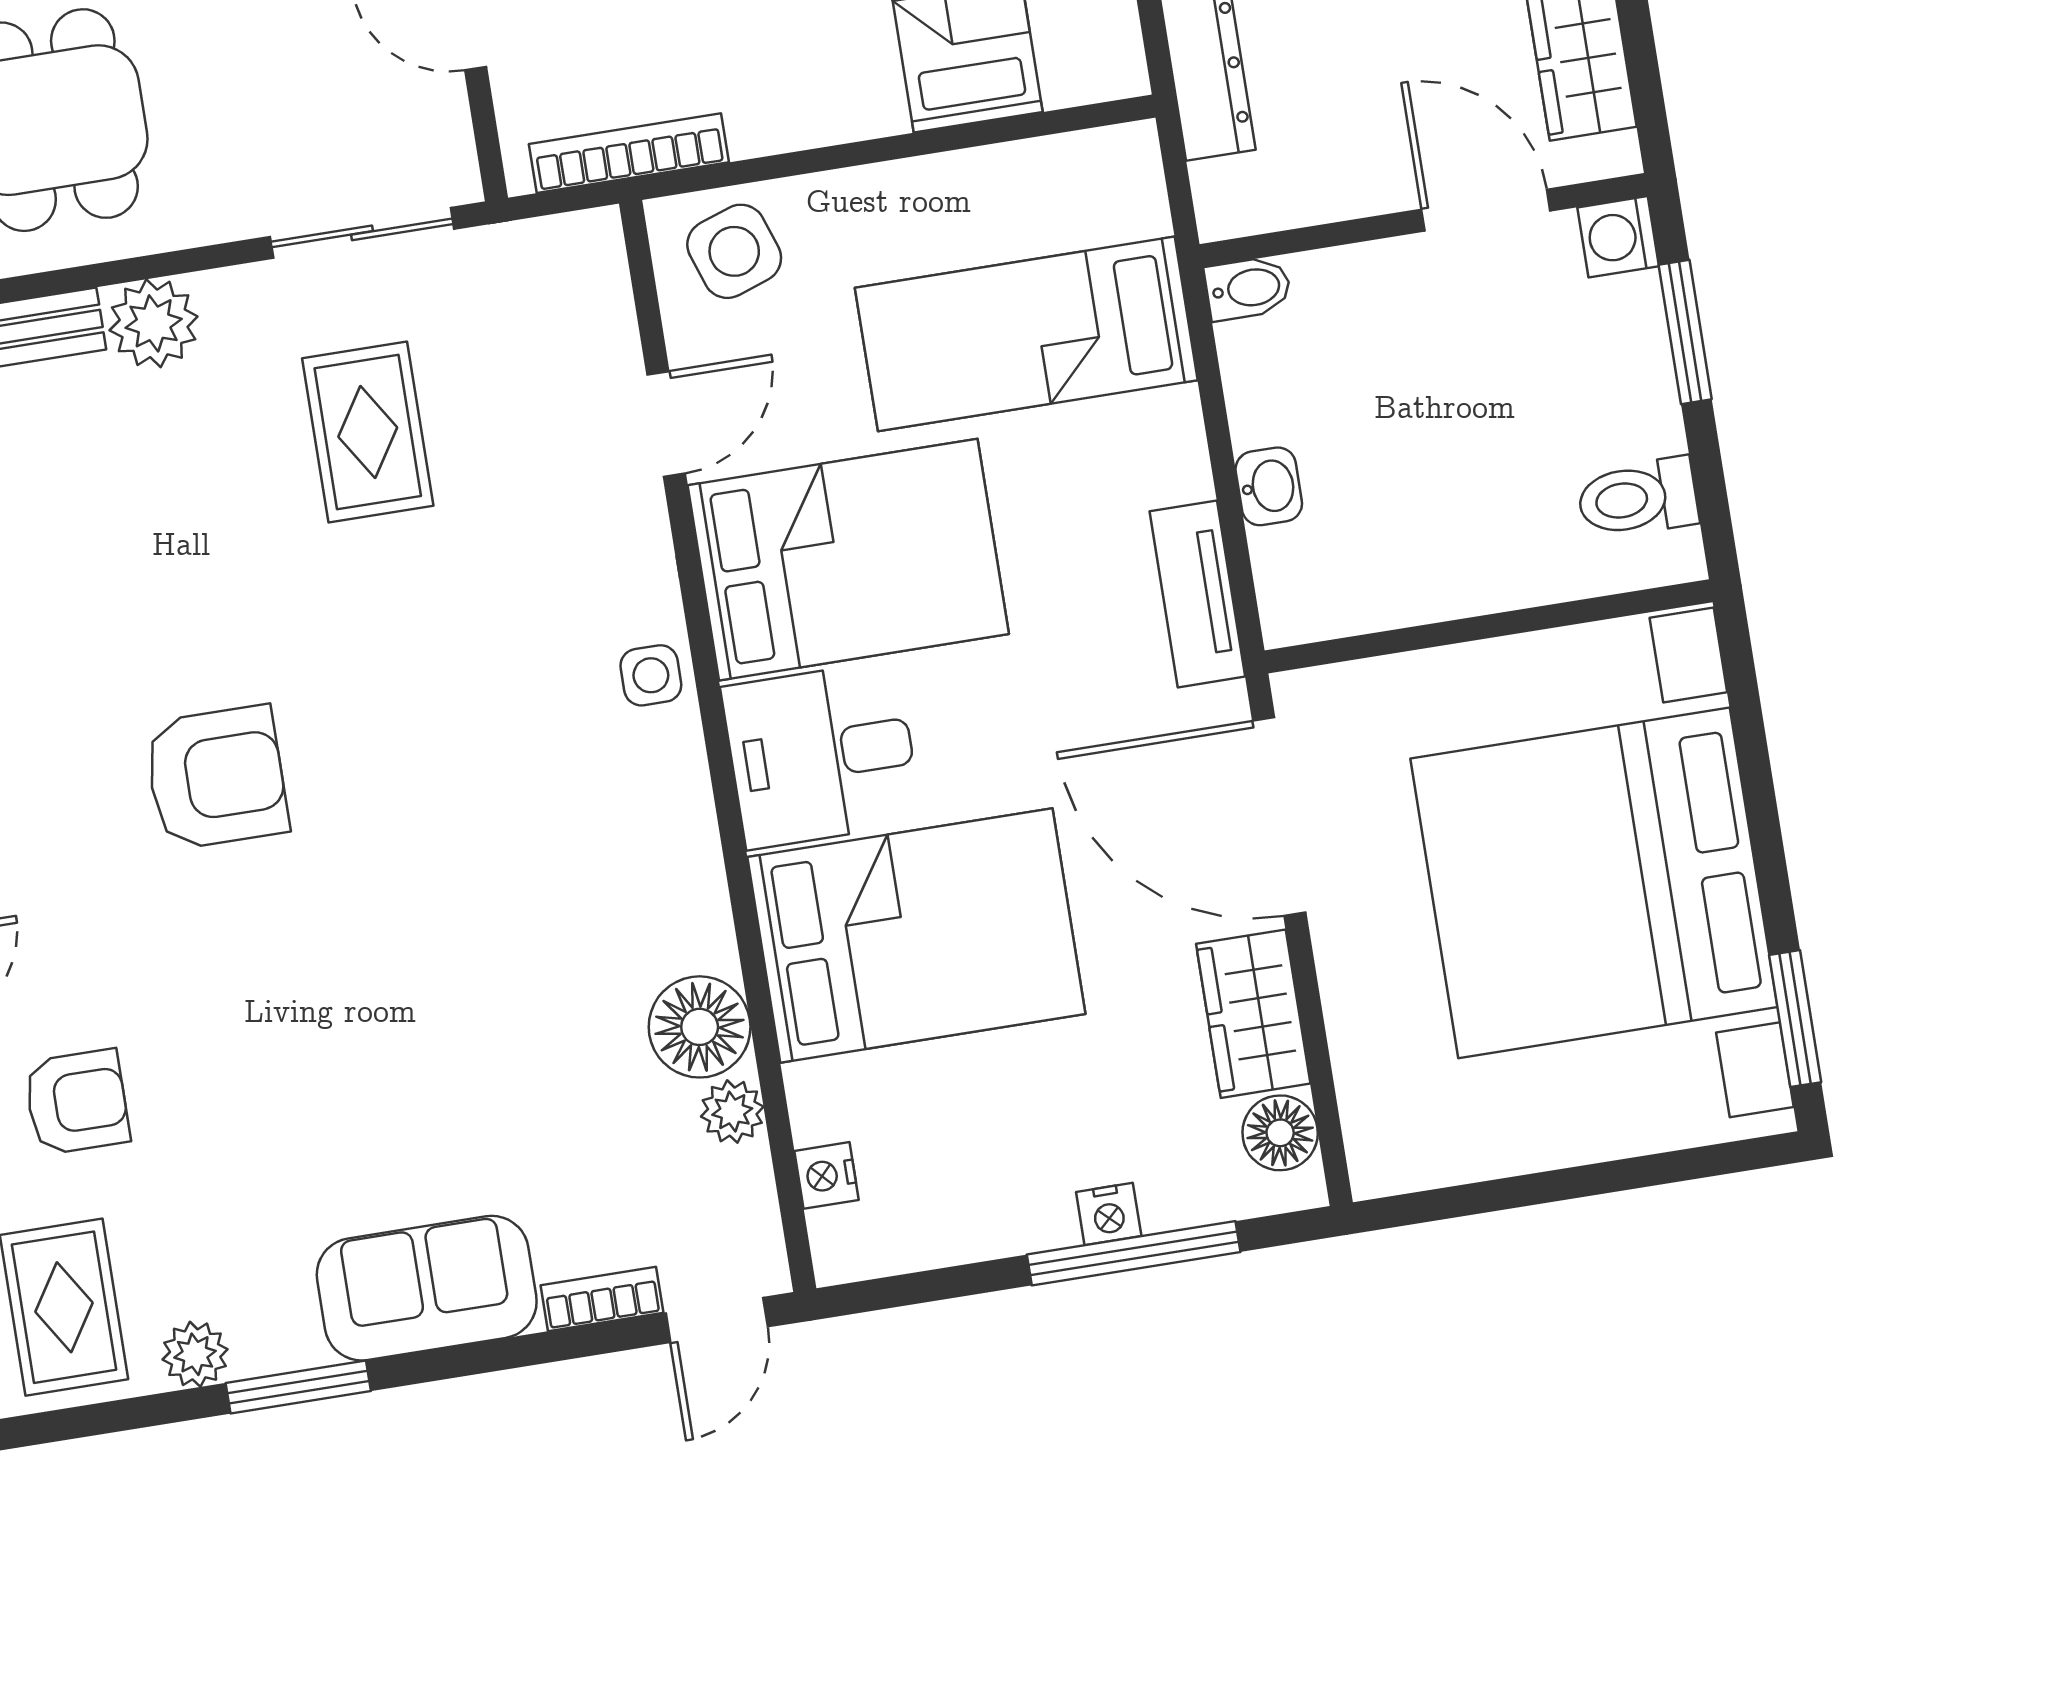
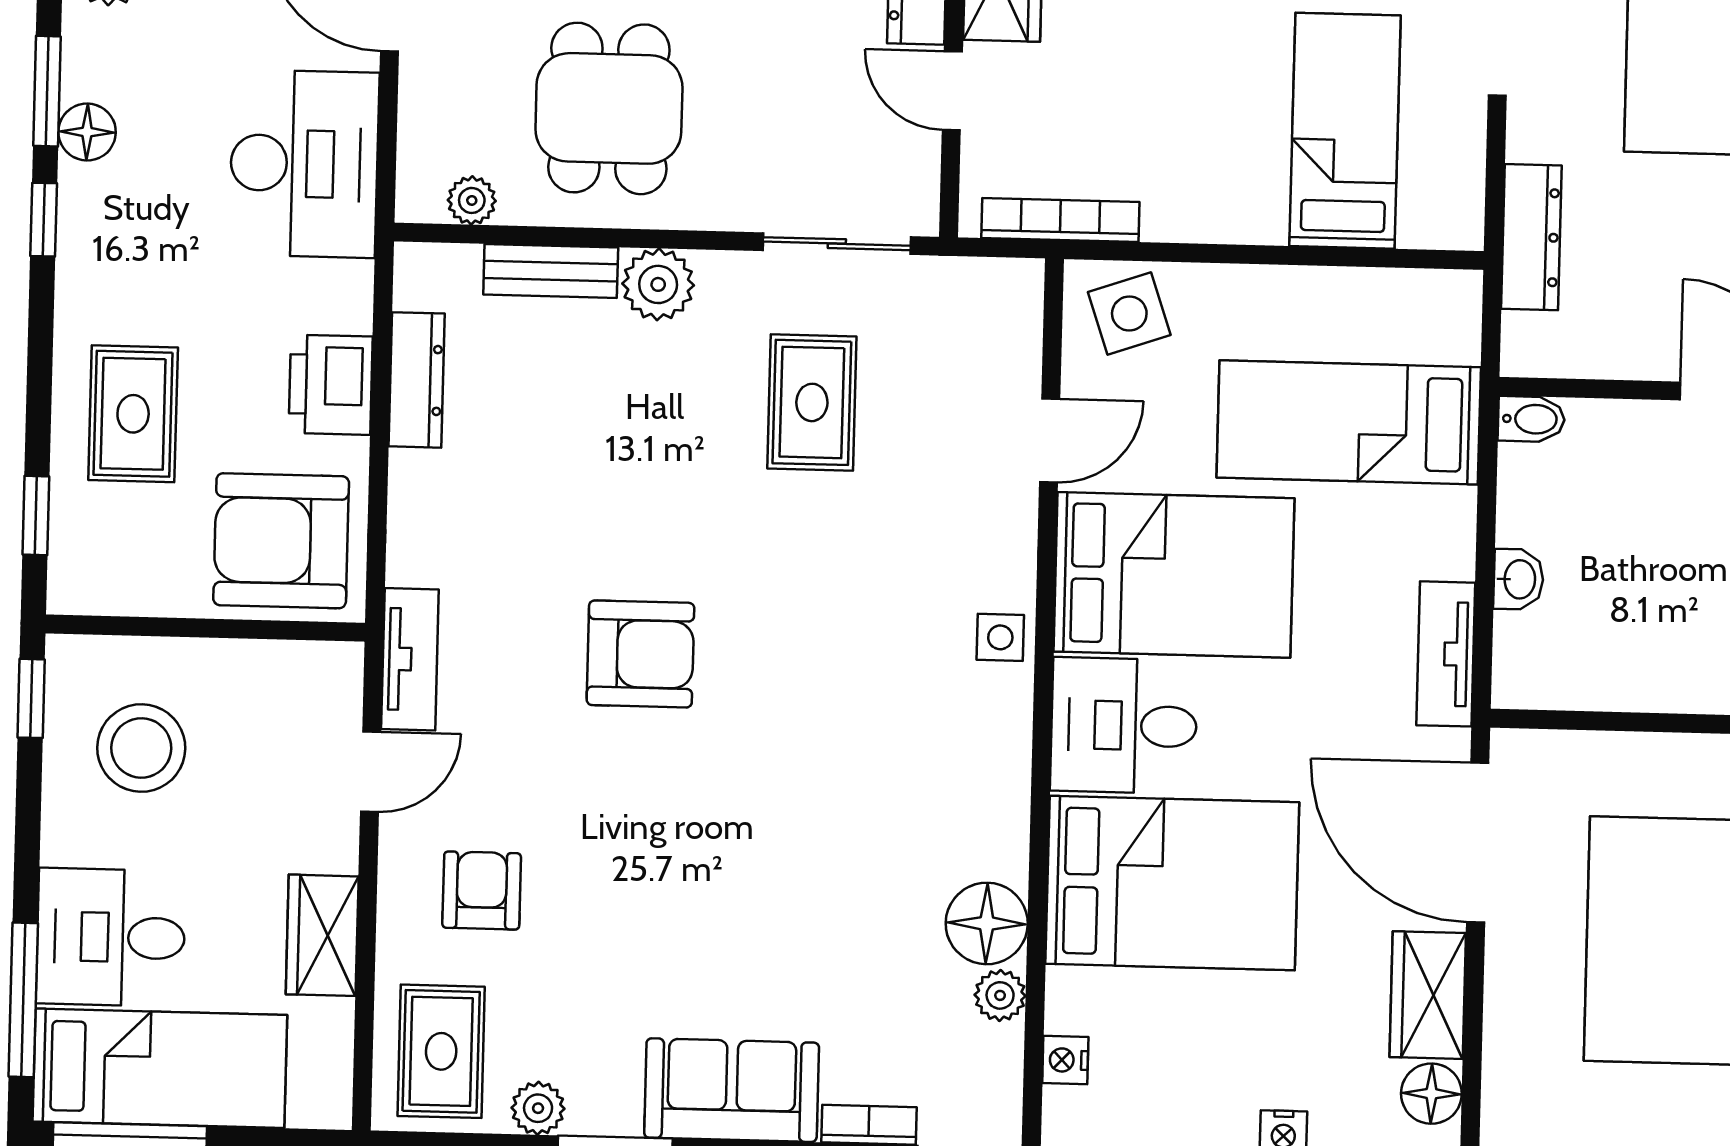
armchair: (77, 1102) -> (482, 891), turned -90

